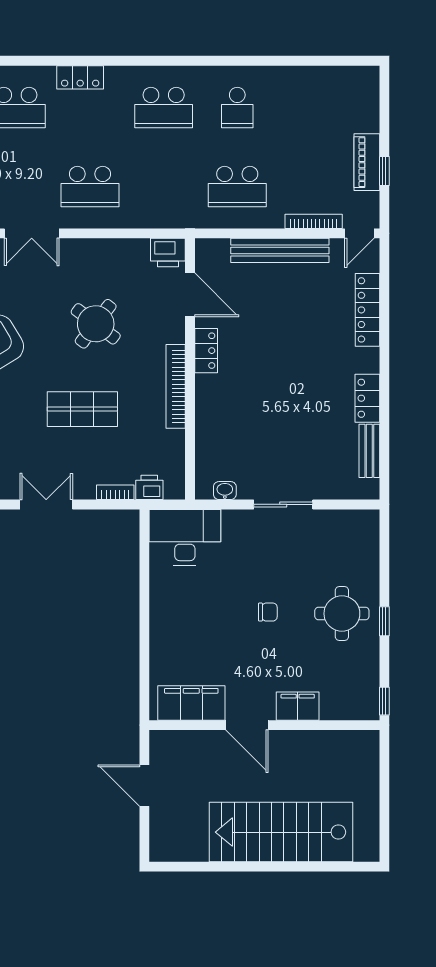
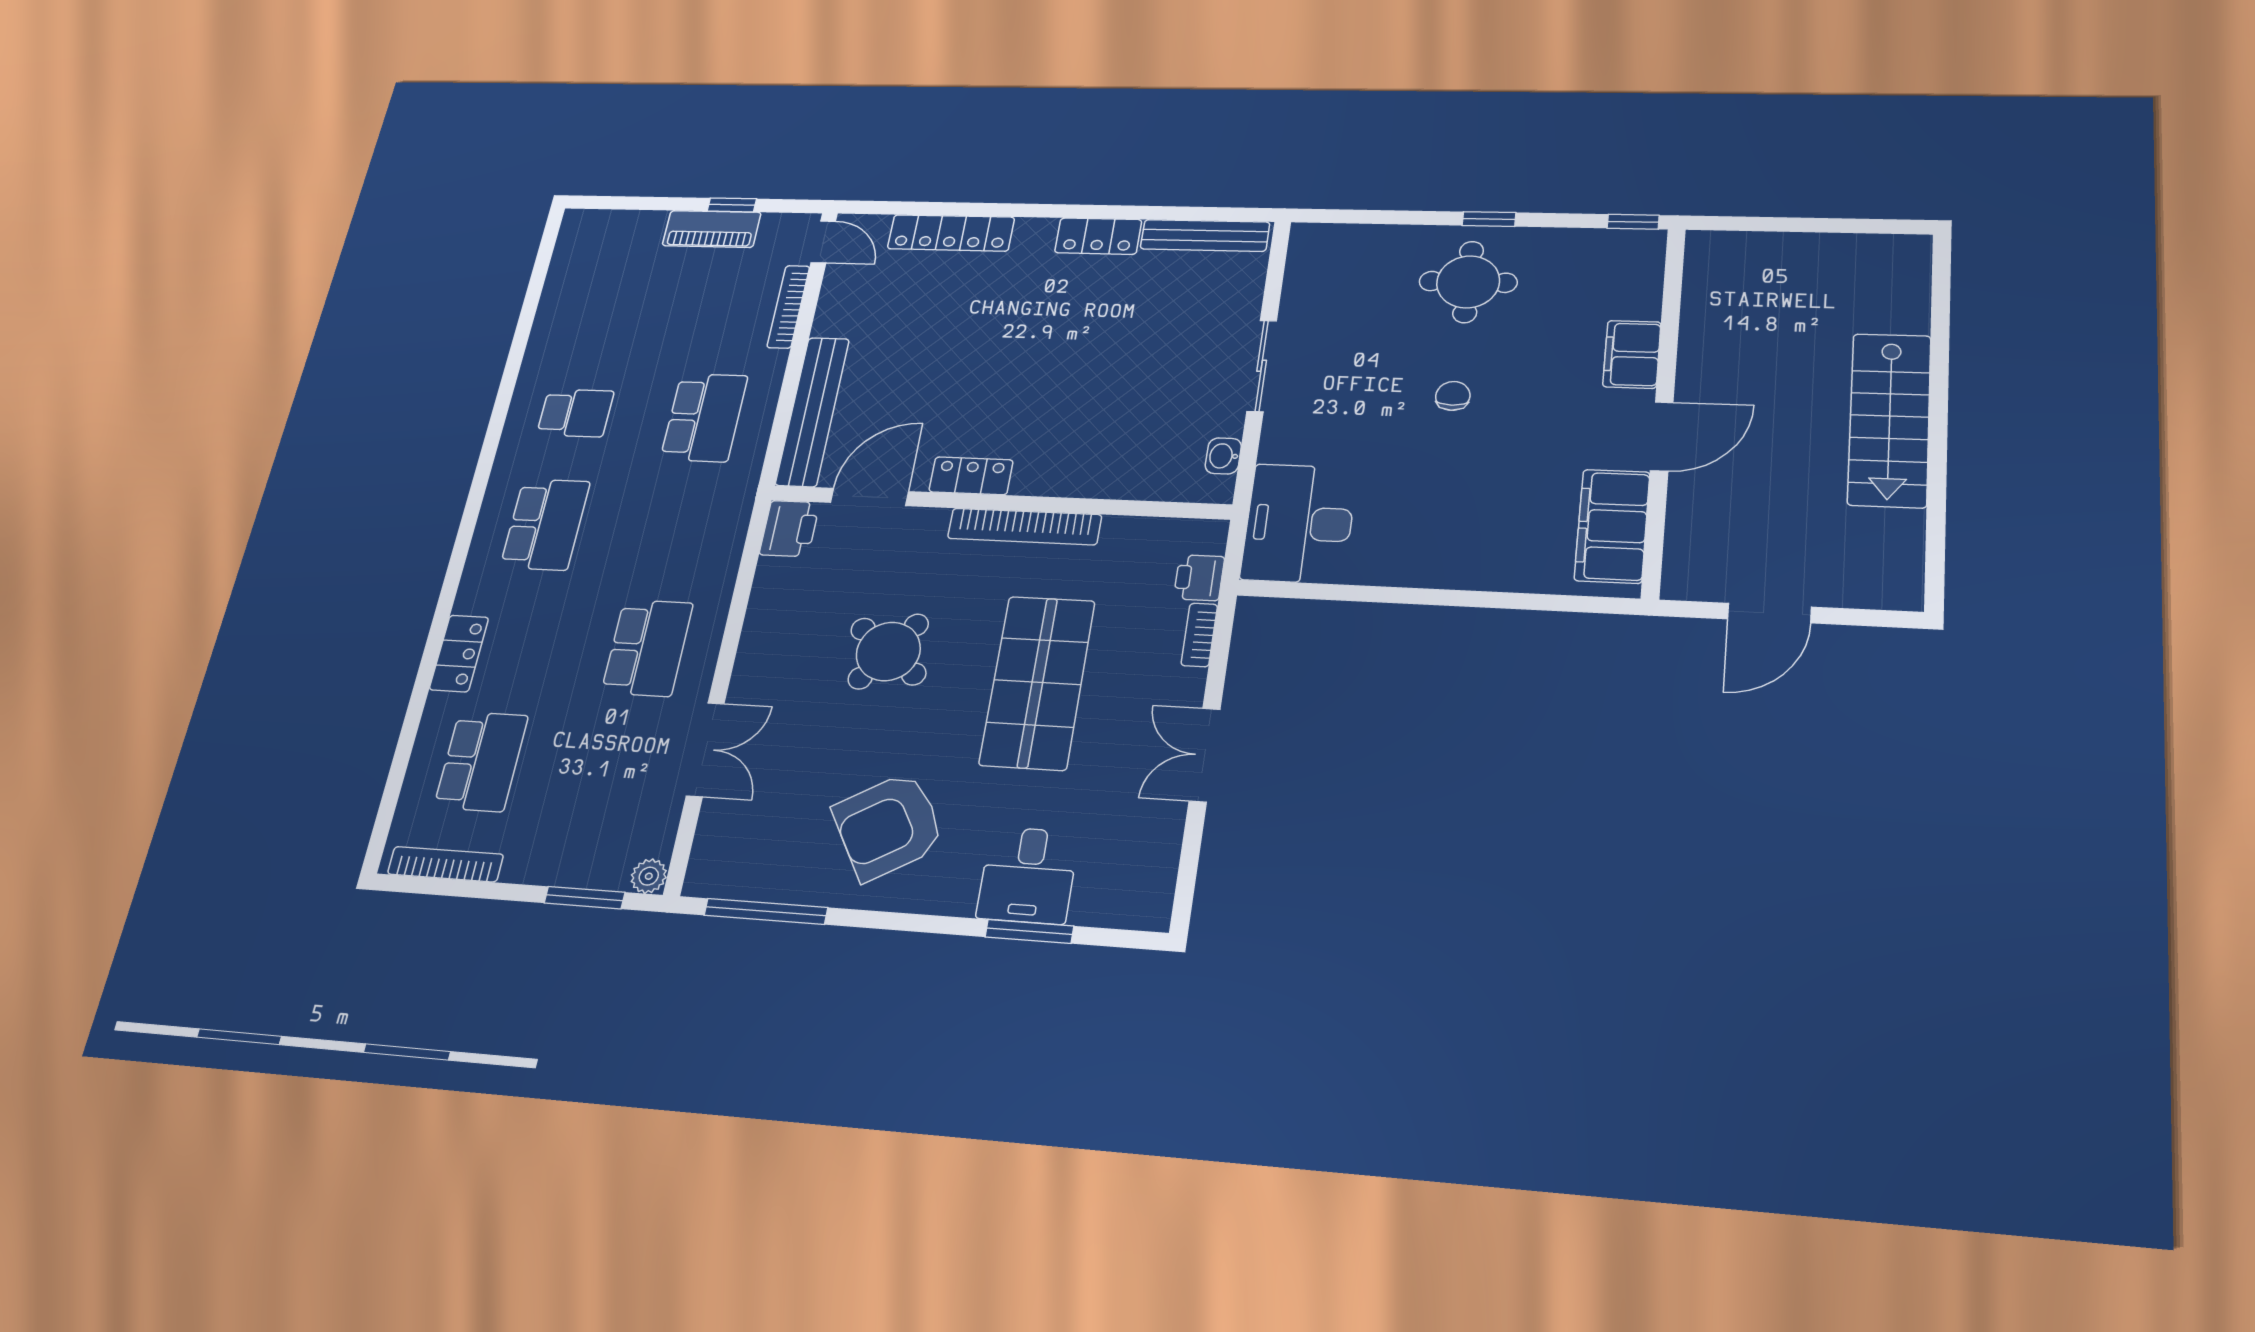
bench: (280, 250) -> (812, 411), moved
shop shelf: (82, 409) -> (1037, 682), width x1.43, depth x1.36
bench: (369, 451) -> (1205, 236), width x1.36
stairs: (281, 832) -> (1889, 420), width x0.73, depth x0.66

